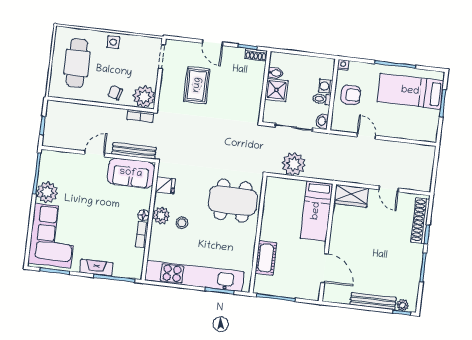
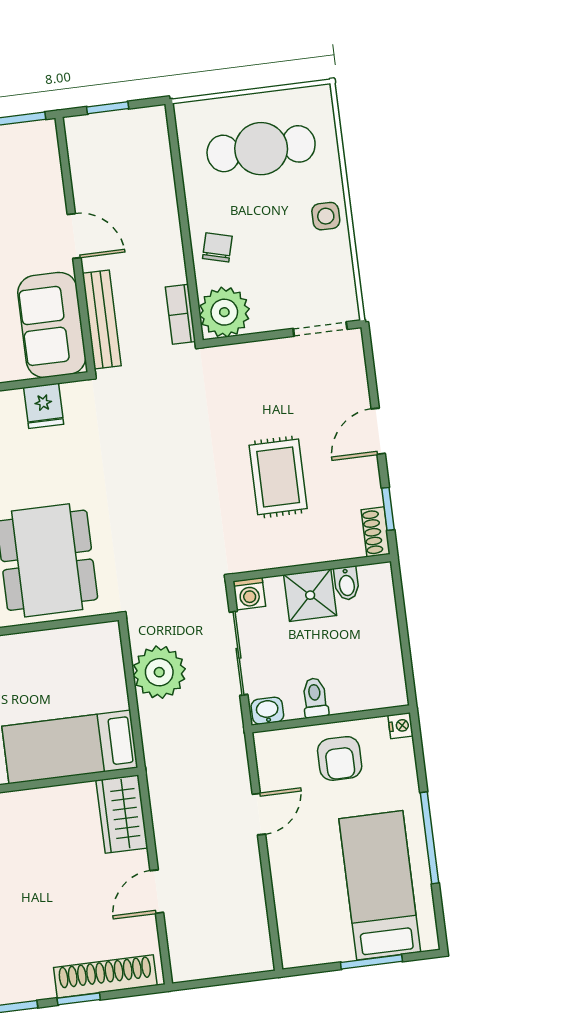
rug: (197, 85) -> (278, 477), moved, turned 90
washing machine: (325, 86) -> (249, 594), moved, turned 180

